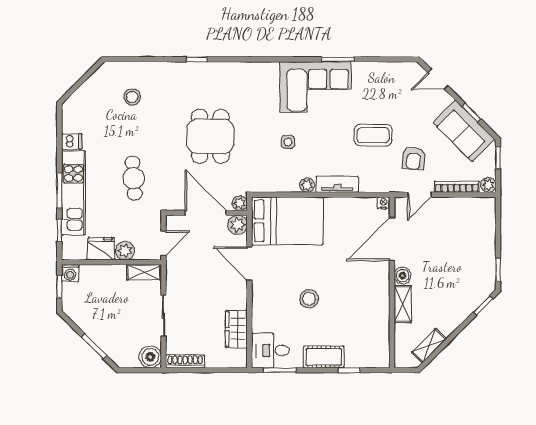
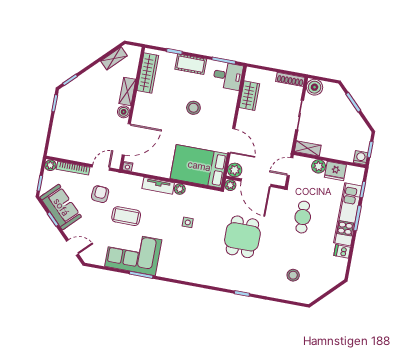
corner sofa: (315, 87) -> (133, 253), moved
wardrobe: (380, 334) -> (148, 73), added

